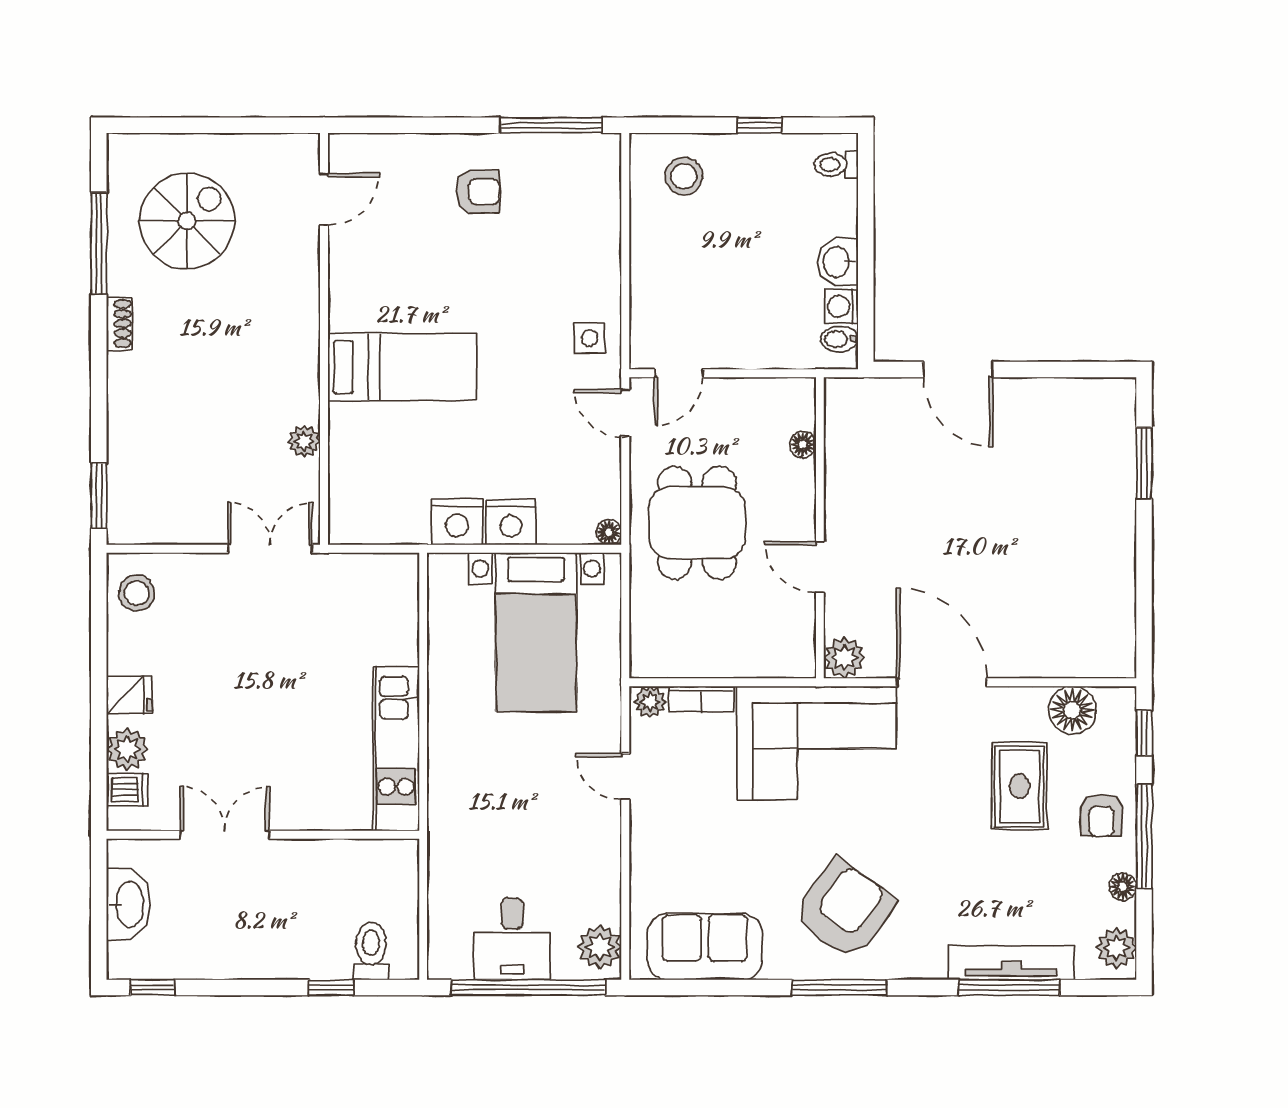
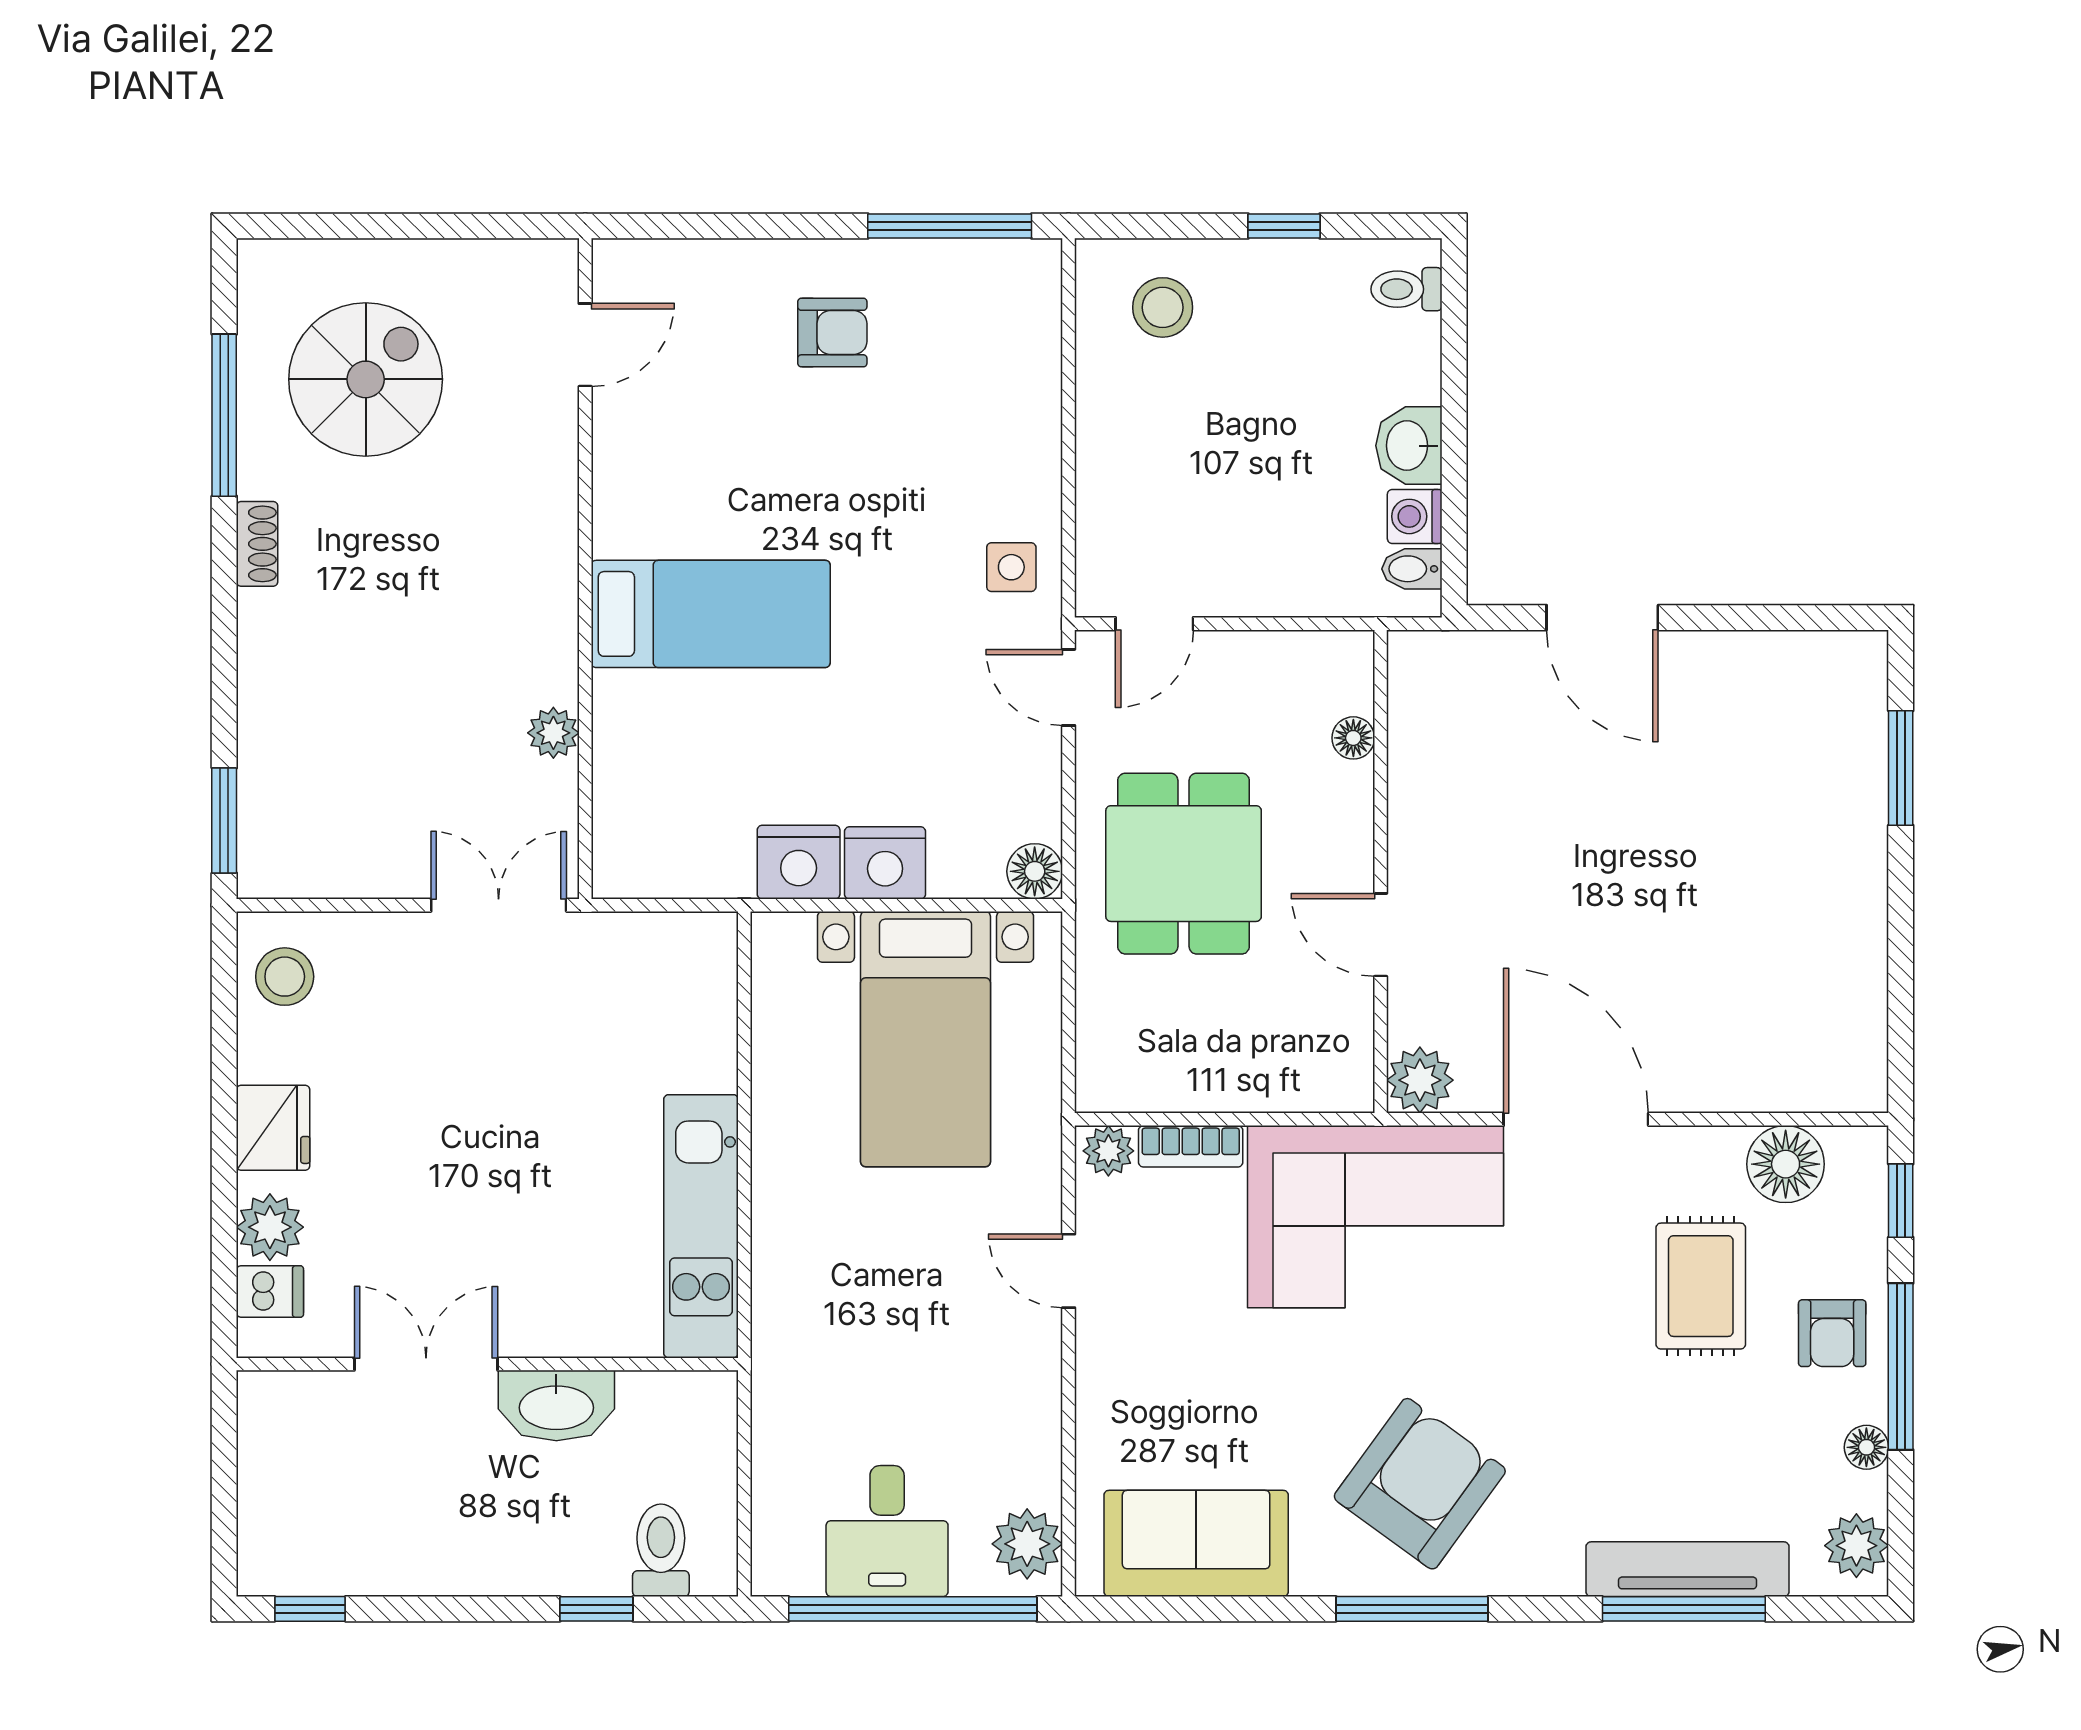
floor lamp: (609, 532) -> (1035, 871), width x1.37, depth x1.37
fridge: (129, 695) -> (273, 1128), width x1.38
washbasin: (129, 904) -> (556, 1406), moved, turned 90

